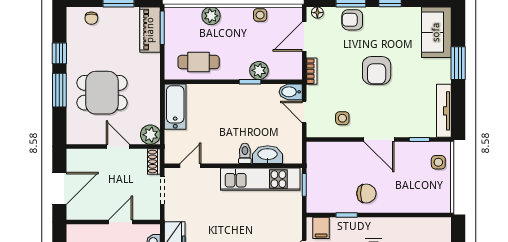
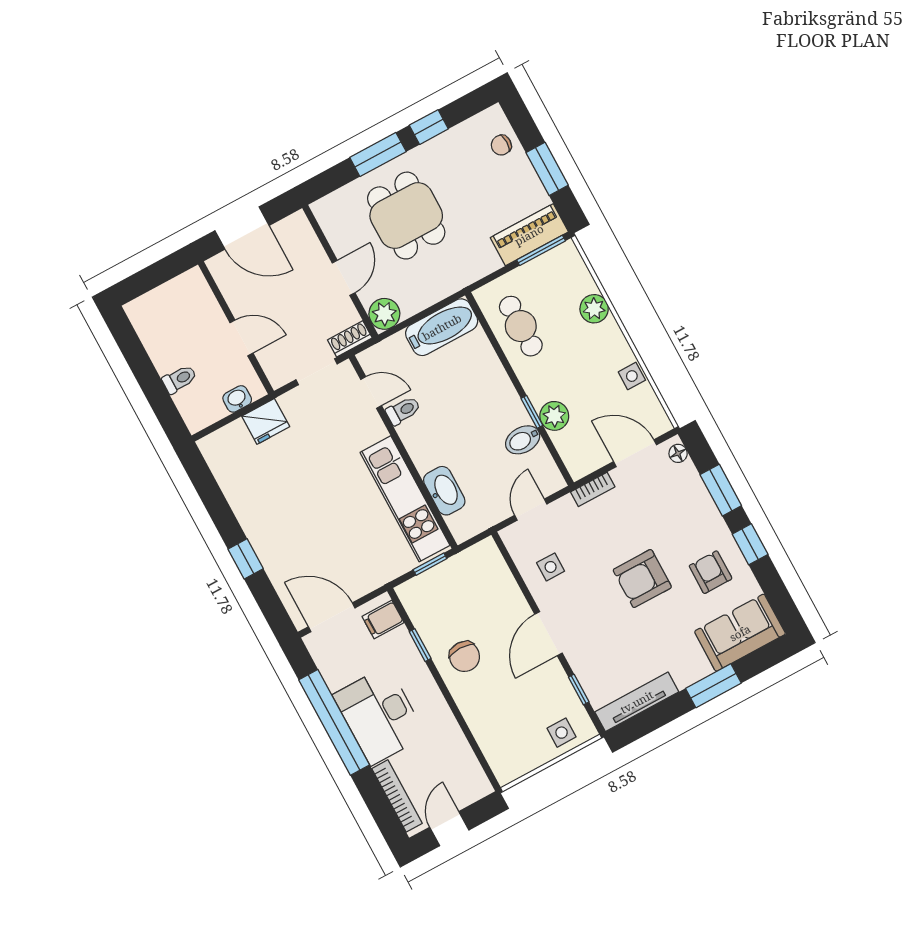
armchair: (352, 20) -> (711, 572), moved
bidet: (291, 92) -> (523, 440), moved, turned -90
toilet: (245, 153) -> (403, 411), moved

